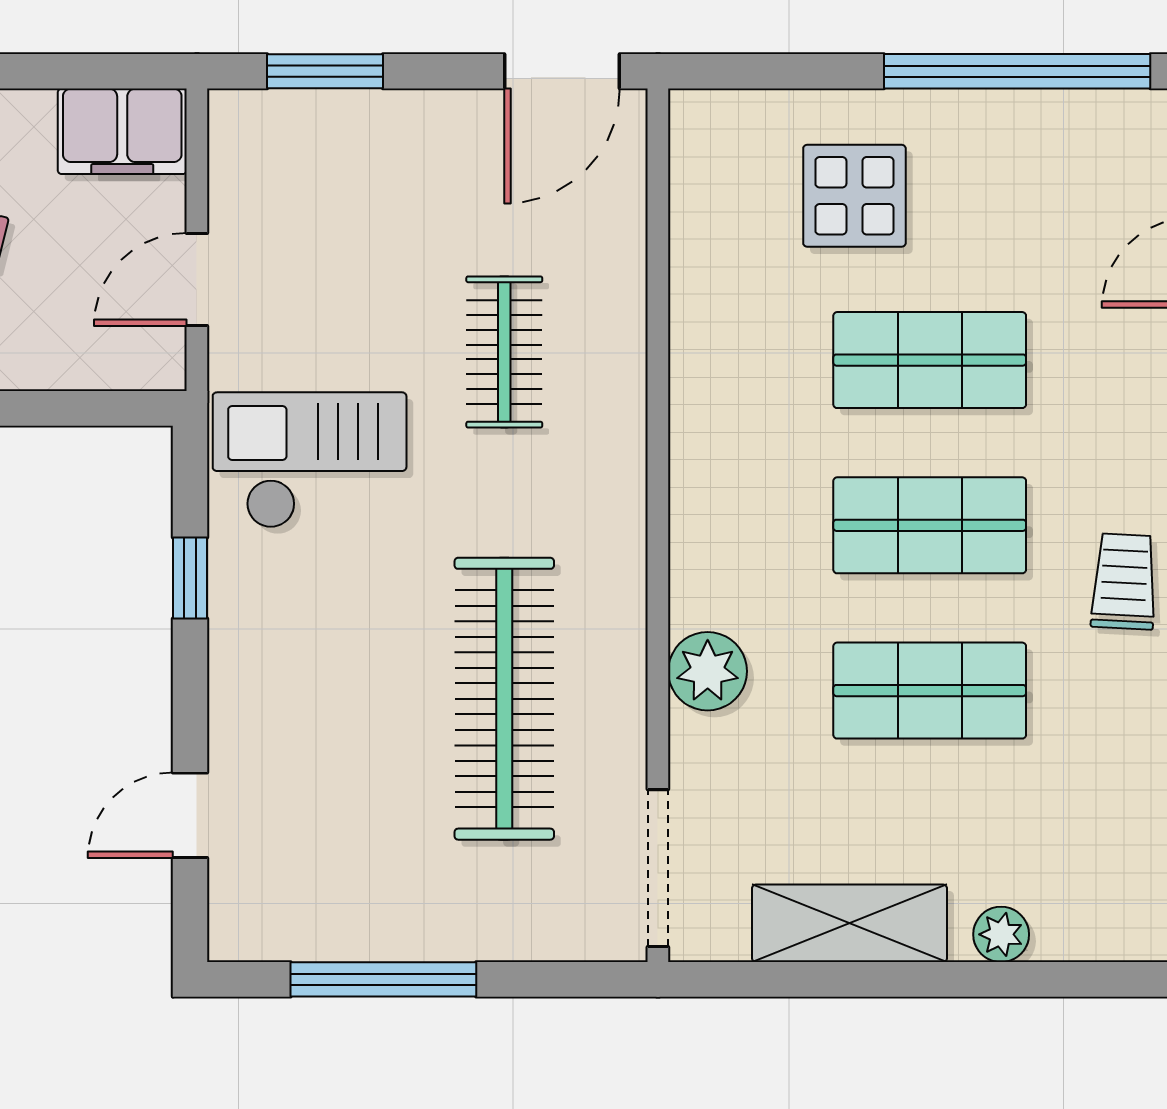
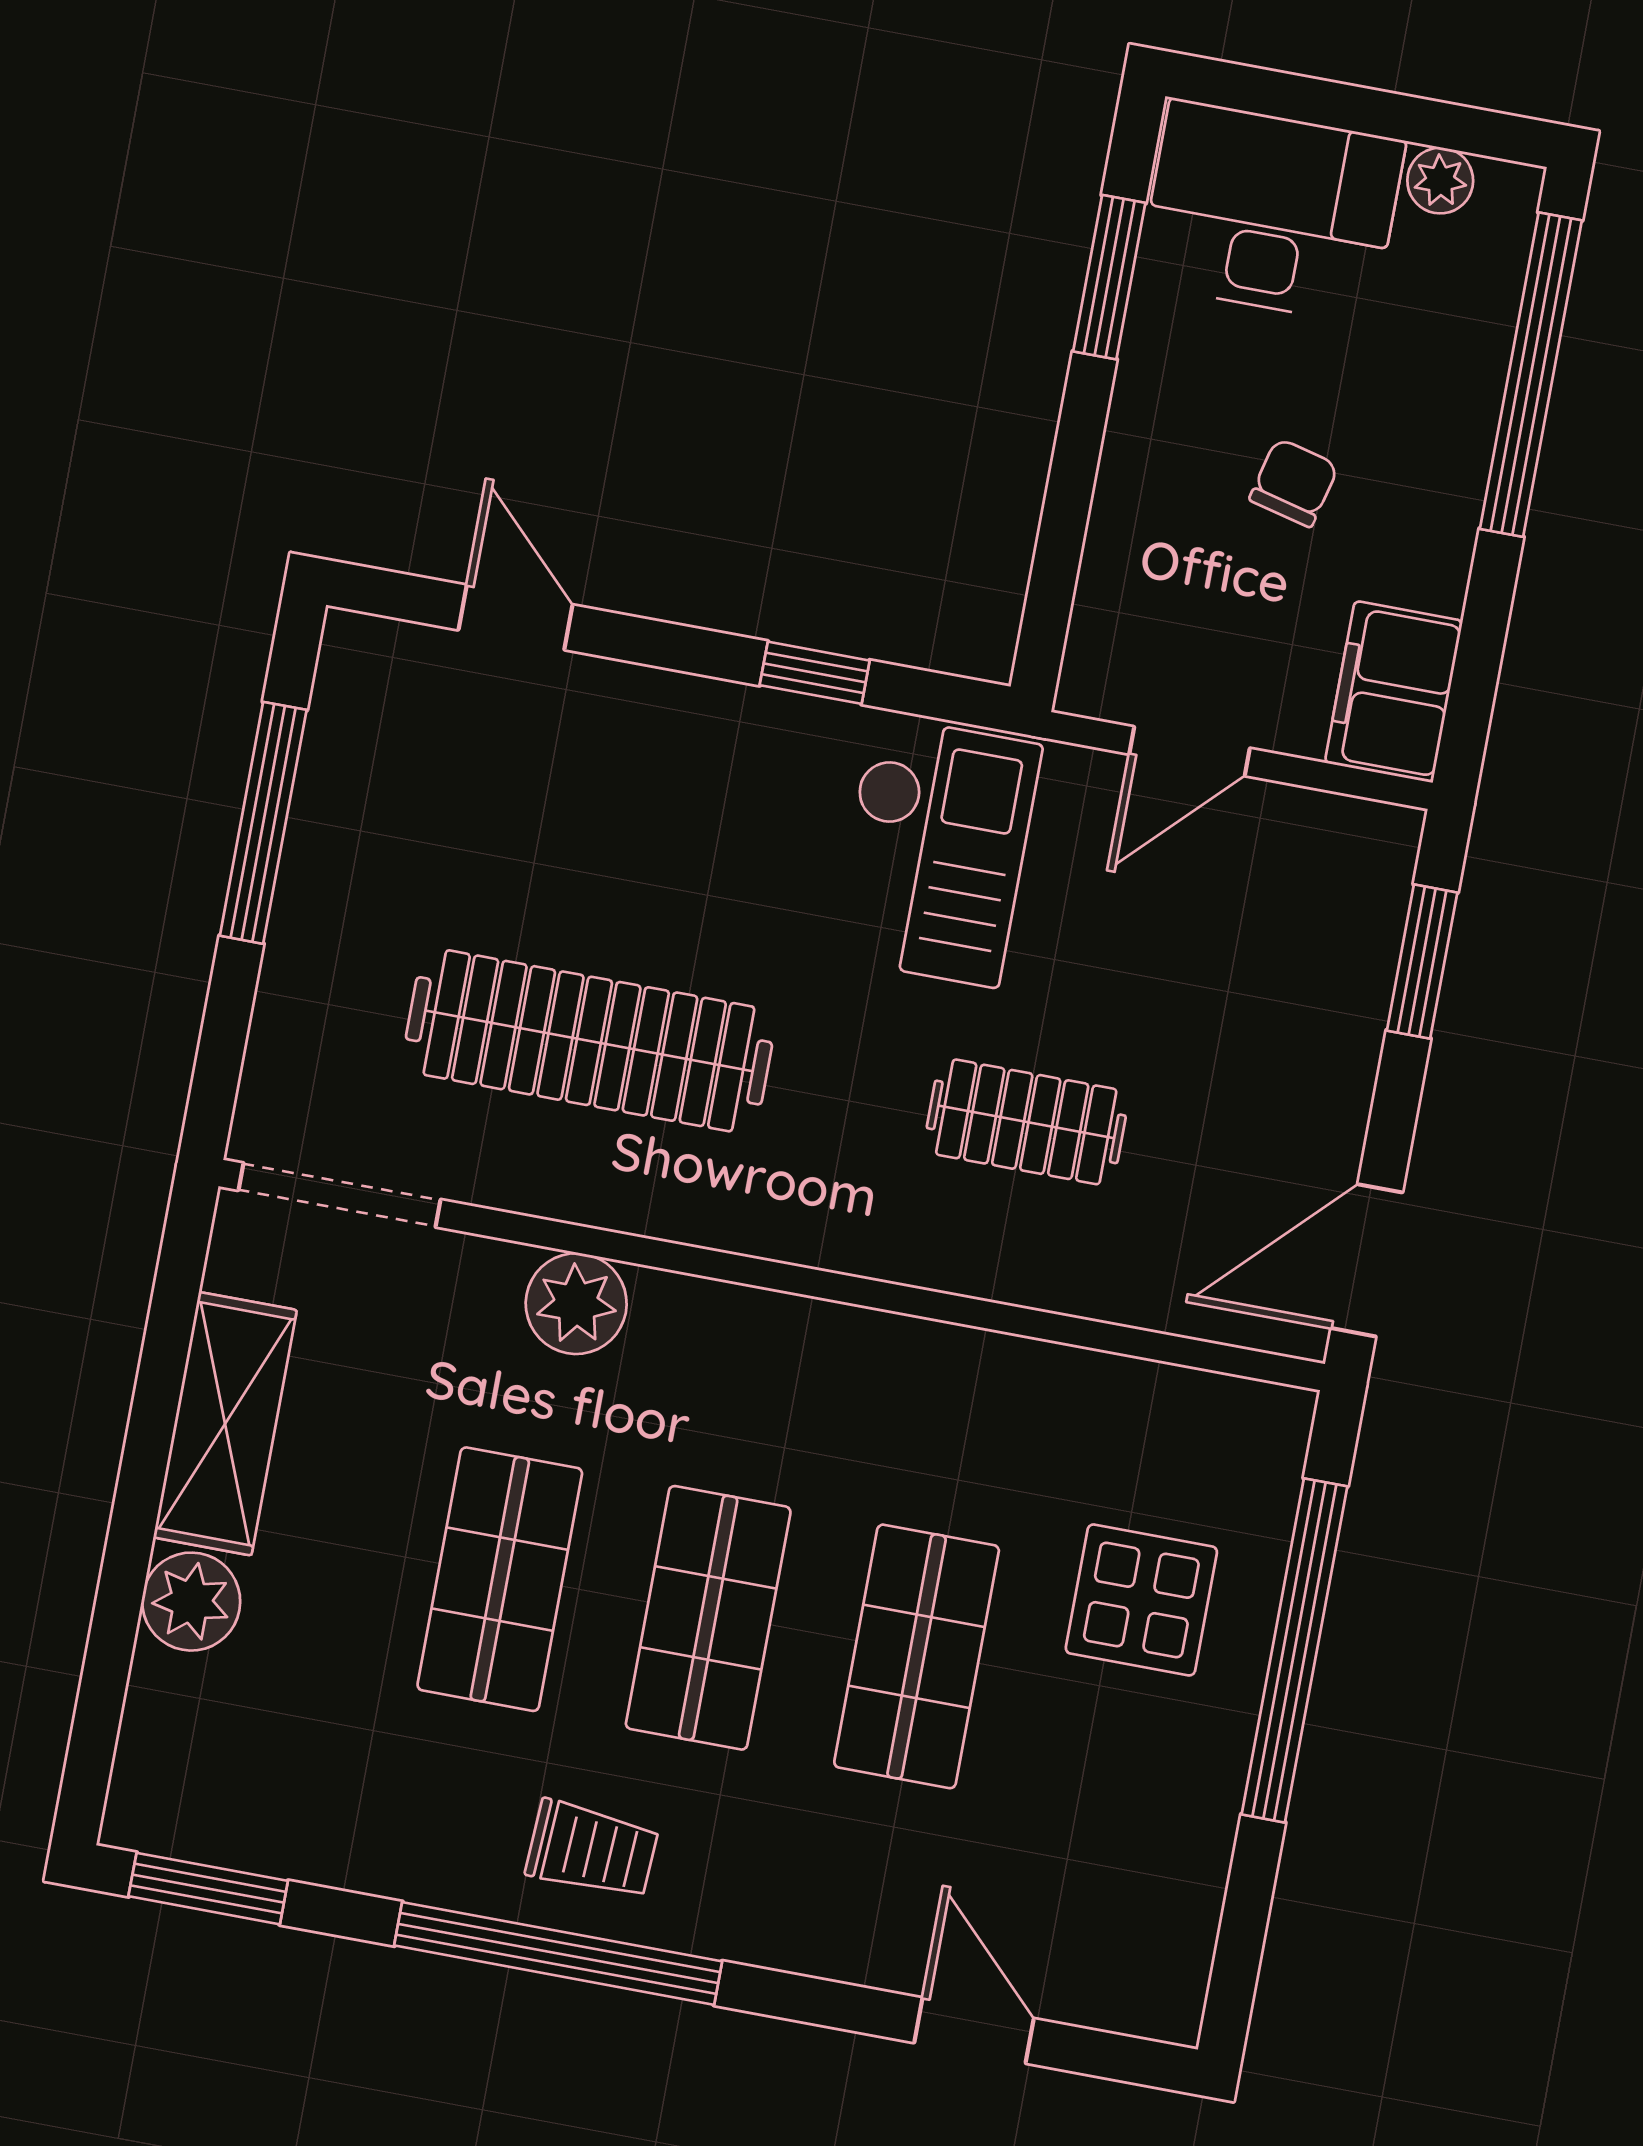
door: (562, 71) -> (1367, 1260), hinge flipped
window: (1017, 71) -> (1294, 1650), moved
door: (197, 279) -> (1190, 751), swing flipped
plant: (1001, 934) -> (191, 1602), width x1.38, depth x1.38

